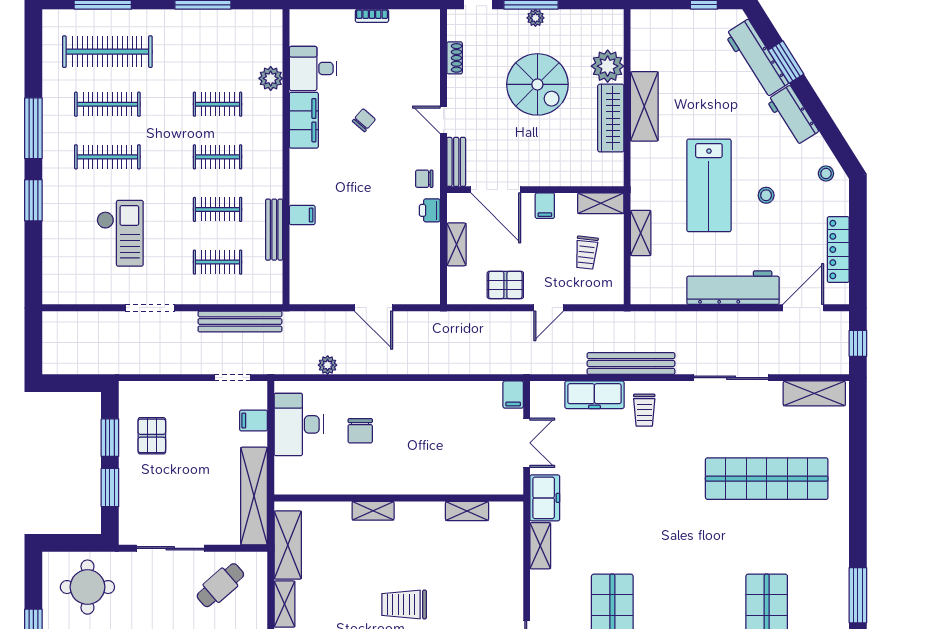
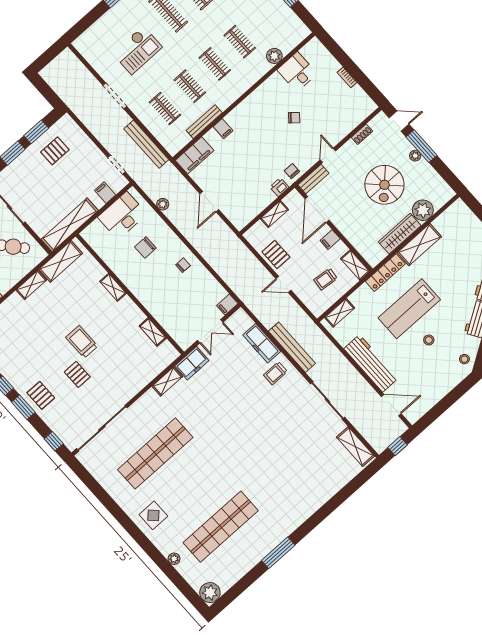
filing cabinet: (304, 120) -> (195, 155), moved
shelving: (641, 233) -> (340, 313), moved
locker: (838, 250) -> (385, 273), moved, turned 180
chair: (420, 405) -> (183, 265), added
shop shelf: (767, 479) -> (295, 460), removed

